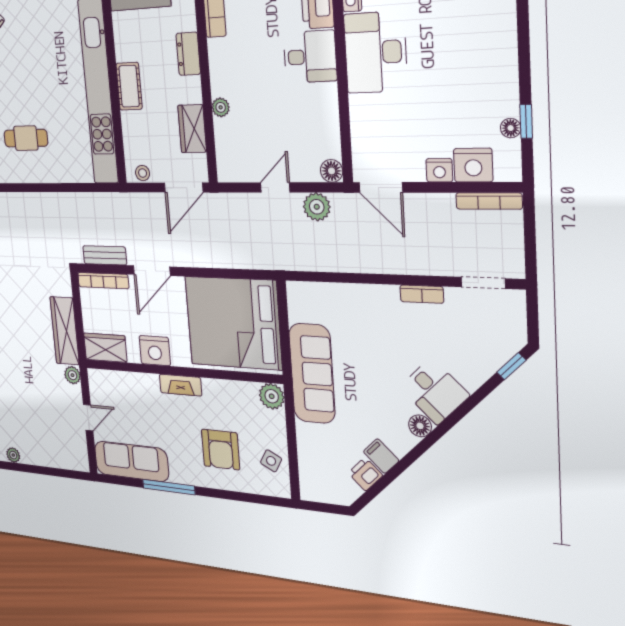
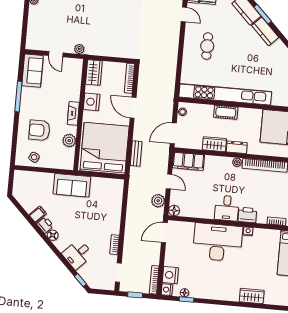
desk: (376, 52) -> (218, 242), width x1.36, depth x1.30
plant: (221, 107) -> (237, 162), moved
wardrobe: (192, 129) -> (214, 144), moved
filing cabinet: (230, 151) -> (188, 161), added
nightstand: (439, 170) -> (167, 290), moved
door: (184, 188) -> (173, 133), hinge flipped
window: (530, 242) -> (135, 295), added
bench: (105, 255) -> (136, 153), moved
wardrobe: (65, 331) -> (104, 49), removed
sofa: (312, 373) -> (72, 185), width x0.73
desk: (434, 391) -> (78, 254), moved
plant: (272, 396) -> (69, 141), moved
sofa: (131, 461) -> (32, 71), width x0.73
printer: (365, 474) -> (45, 225), moved

